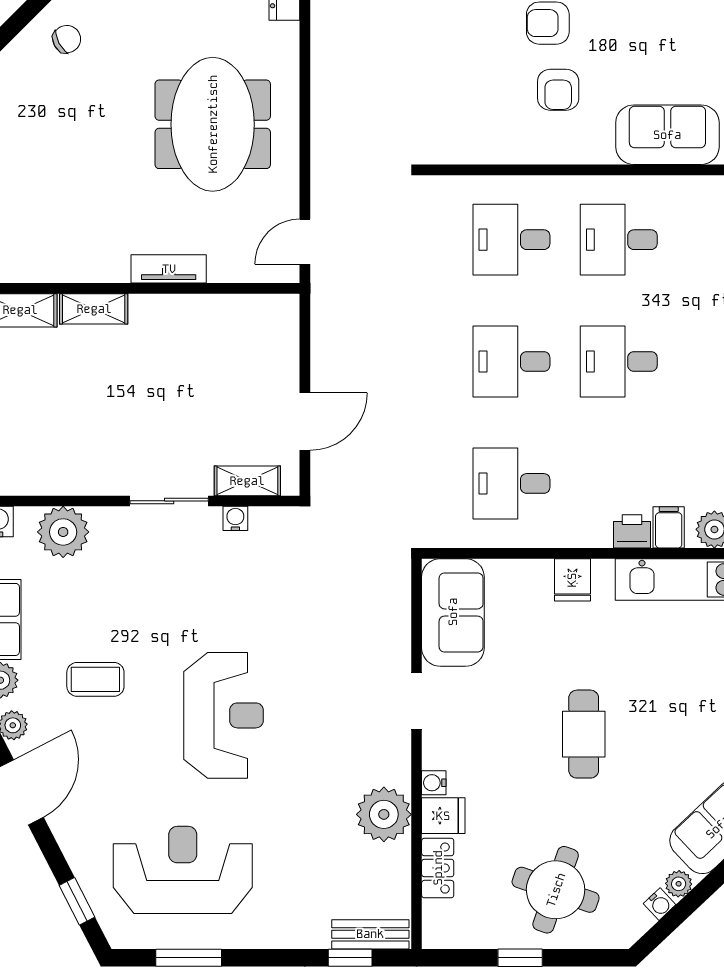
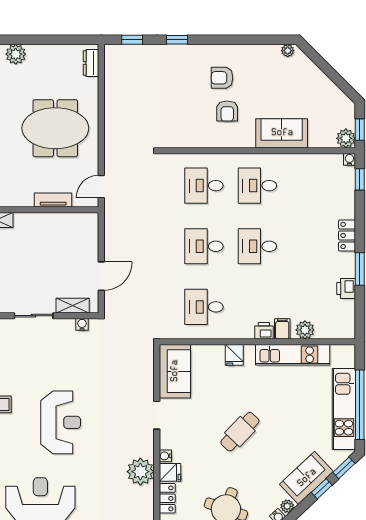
meeting table: (213, 124) -> (55, 128), turned 90
tv unit: (169, 269) -> (53, 200), moved
water cooler: (235, 518) -> (82, 324), moved
cafe table: (584, 734) -> (240, 432), turned 44

